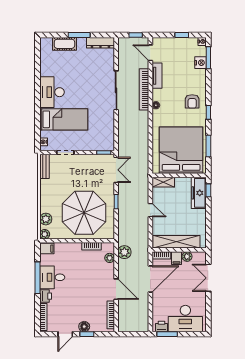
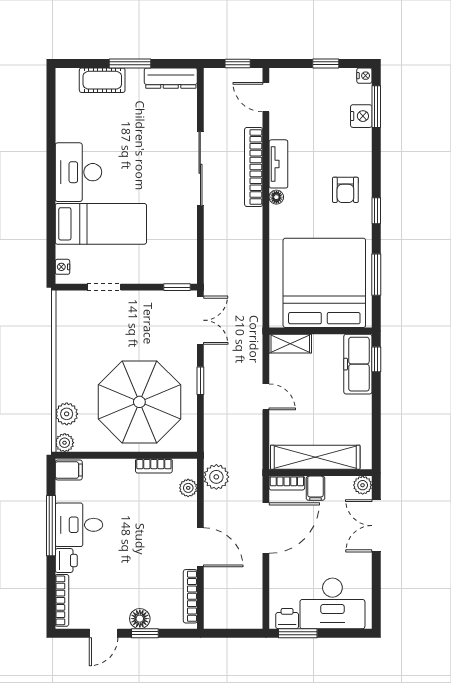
tv unit: (157, 76) -> (278, 164), moved
bench: (44, 166) -> (64, 314), removed
plant: (187, 256) -> (363, 485), moved

